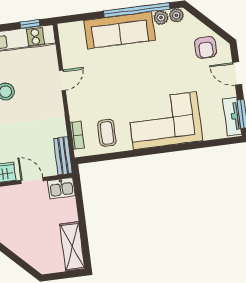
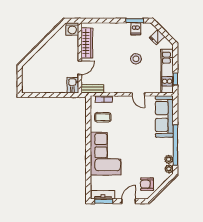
sofa: (120, 30) -> (164, 116), moved
shelving: (72, 246) -> (36, 87), removed

